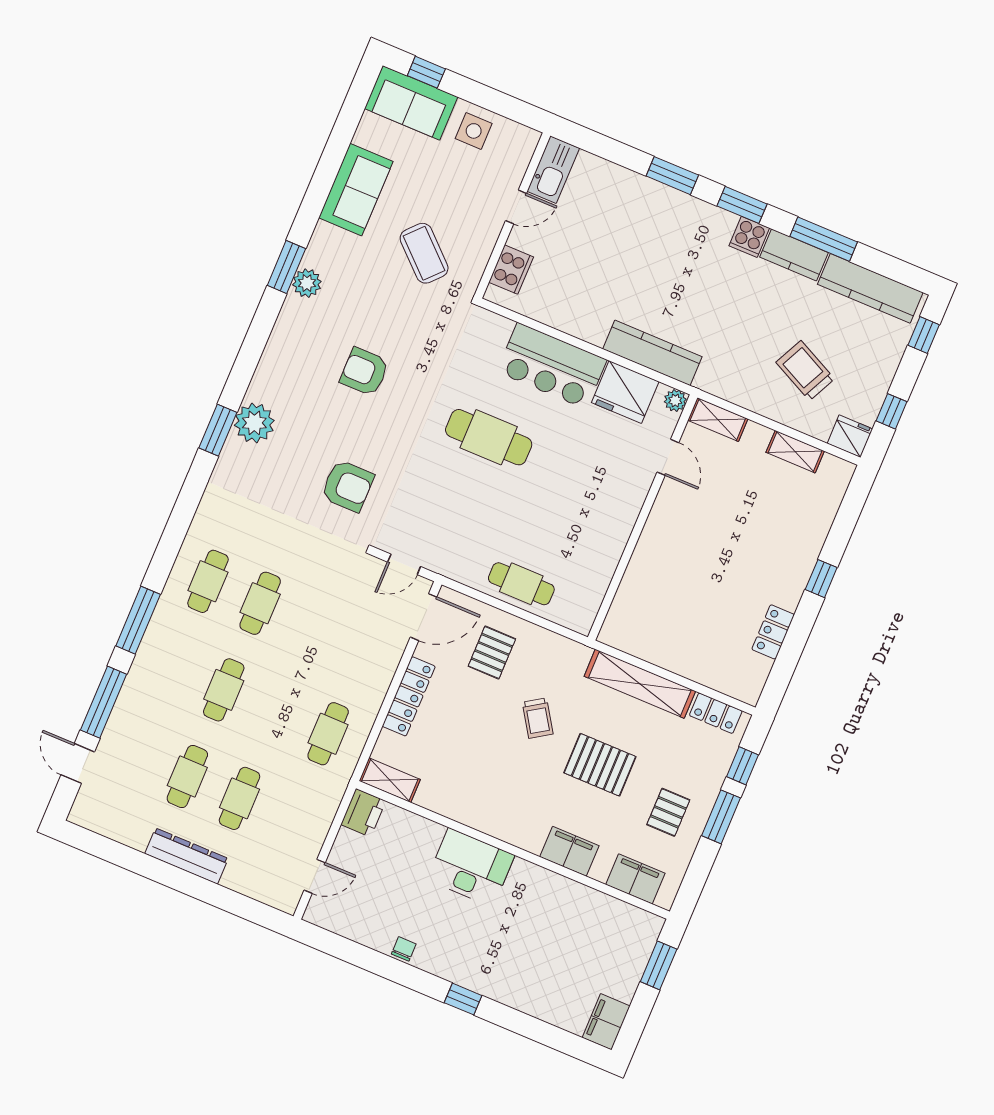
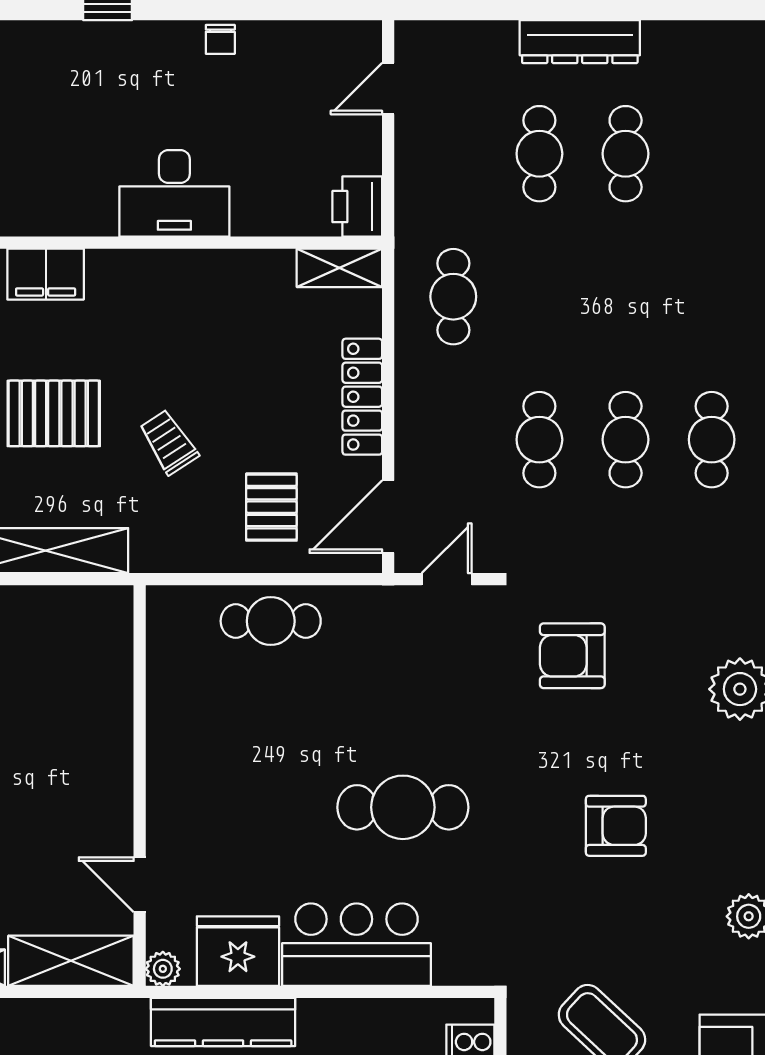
shelving: (718, 420) -> (71, 961), width x1.50, depth x1.33
cafe table: (224, 690) -> (539, 440), moved

